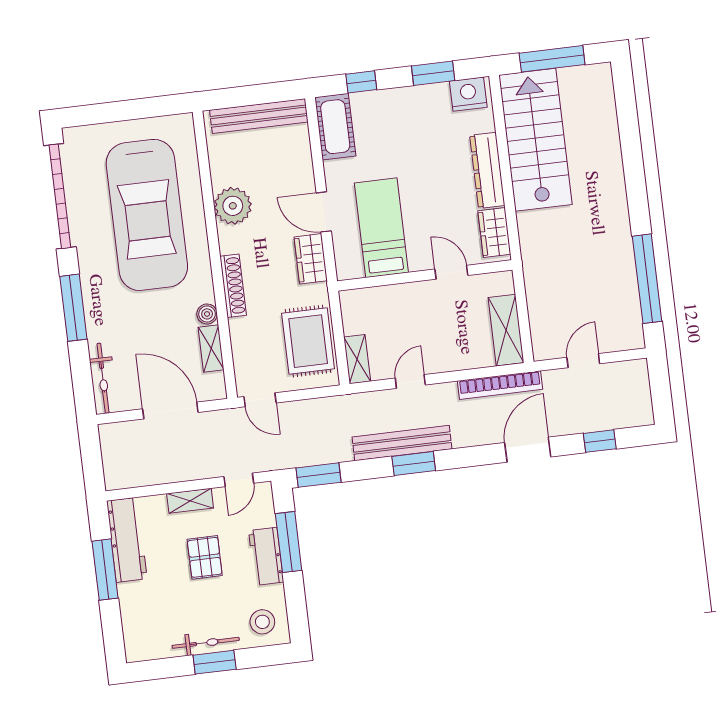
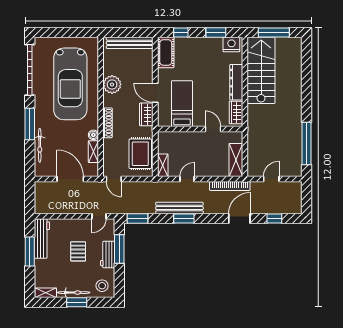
bicycle: (103, 378) -> (40, 145), moved
shelving: (190, 501) -> (46, 293), moved

